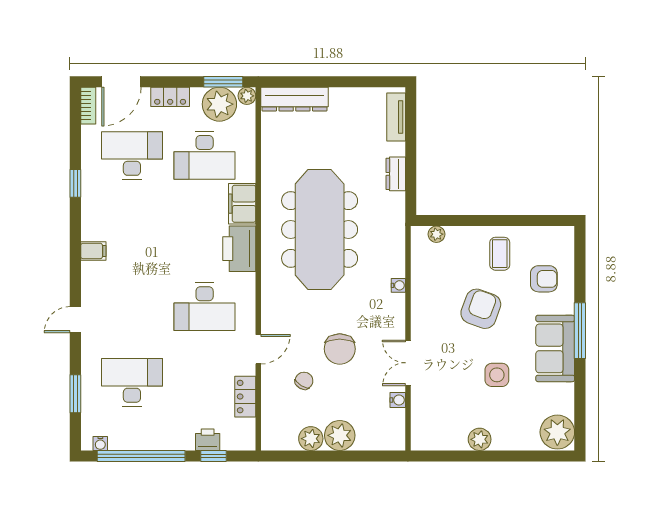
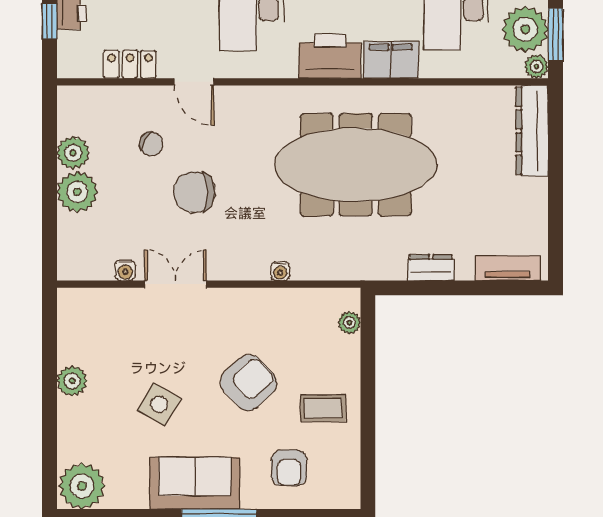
armchair: (481, 309) -> (249, 383), turned -63
side table: (497, 375) -> (159, 404), turned 30

